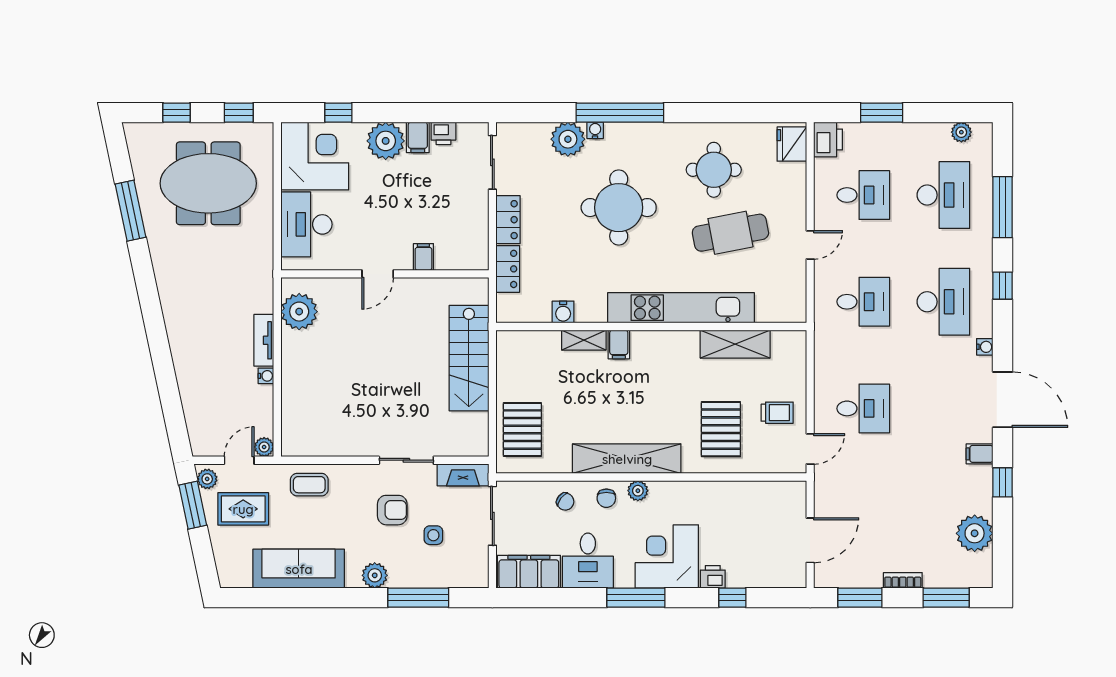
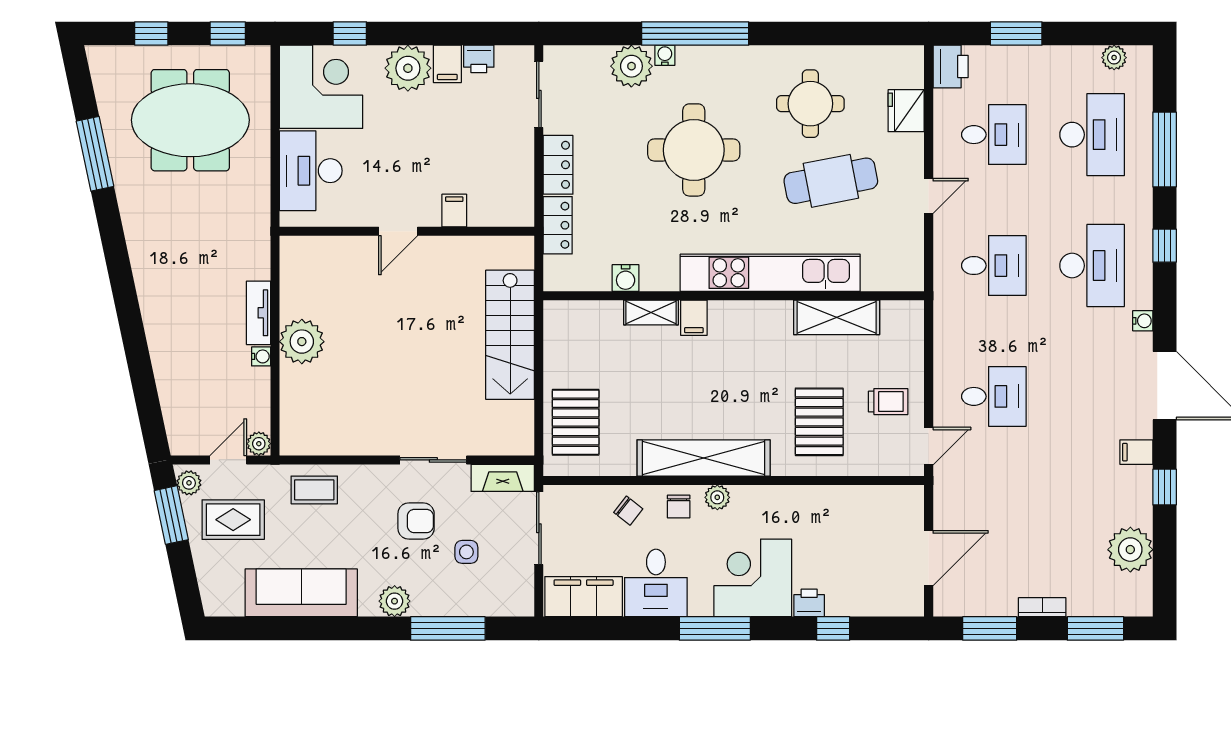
fridge: (792, 144) -> (906, 111), moved
plant: (299, 312) -> (302, 342), moved

